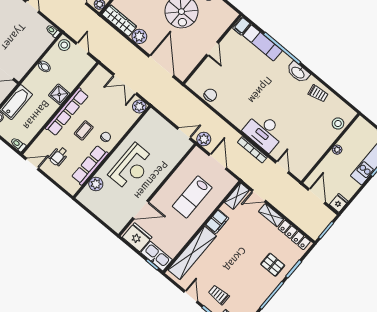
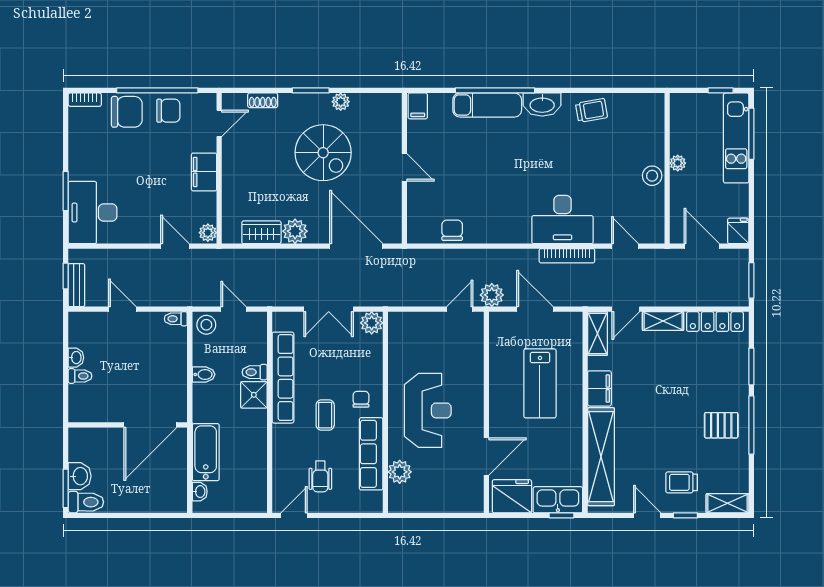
wardrobe: (119, 20) -> (261, 232), width x0.67
exam couch: (263, 43) -> (487, 105), moved
row of seats: (67, 112) -> (283, 378), moved
stool: (338, 124) -> (652, 176), moved
toilet: (18, 144) -> (255, 372), moved
pallet: (273, 265) -> (721, 425), moved

